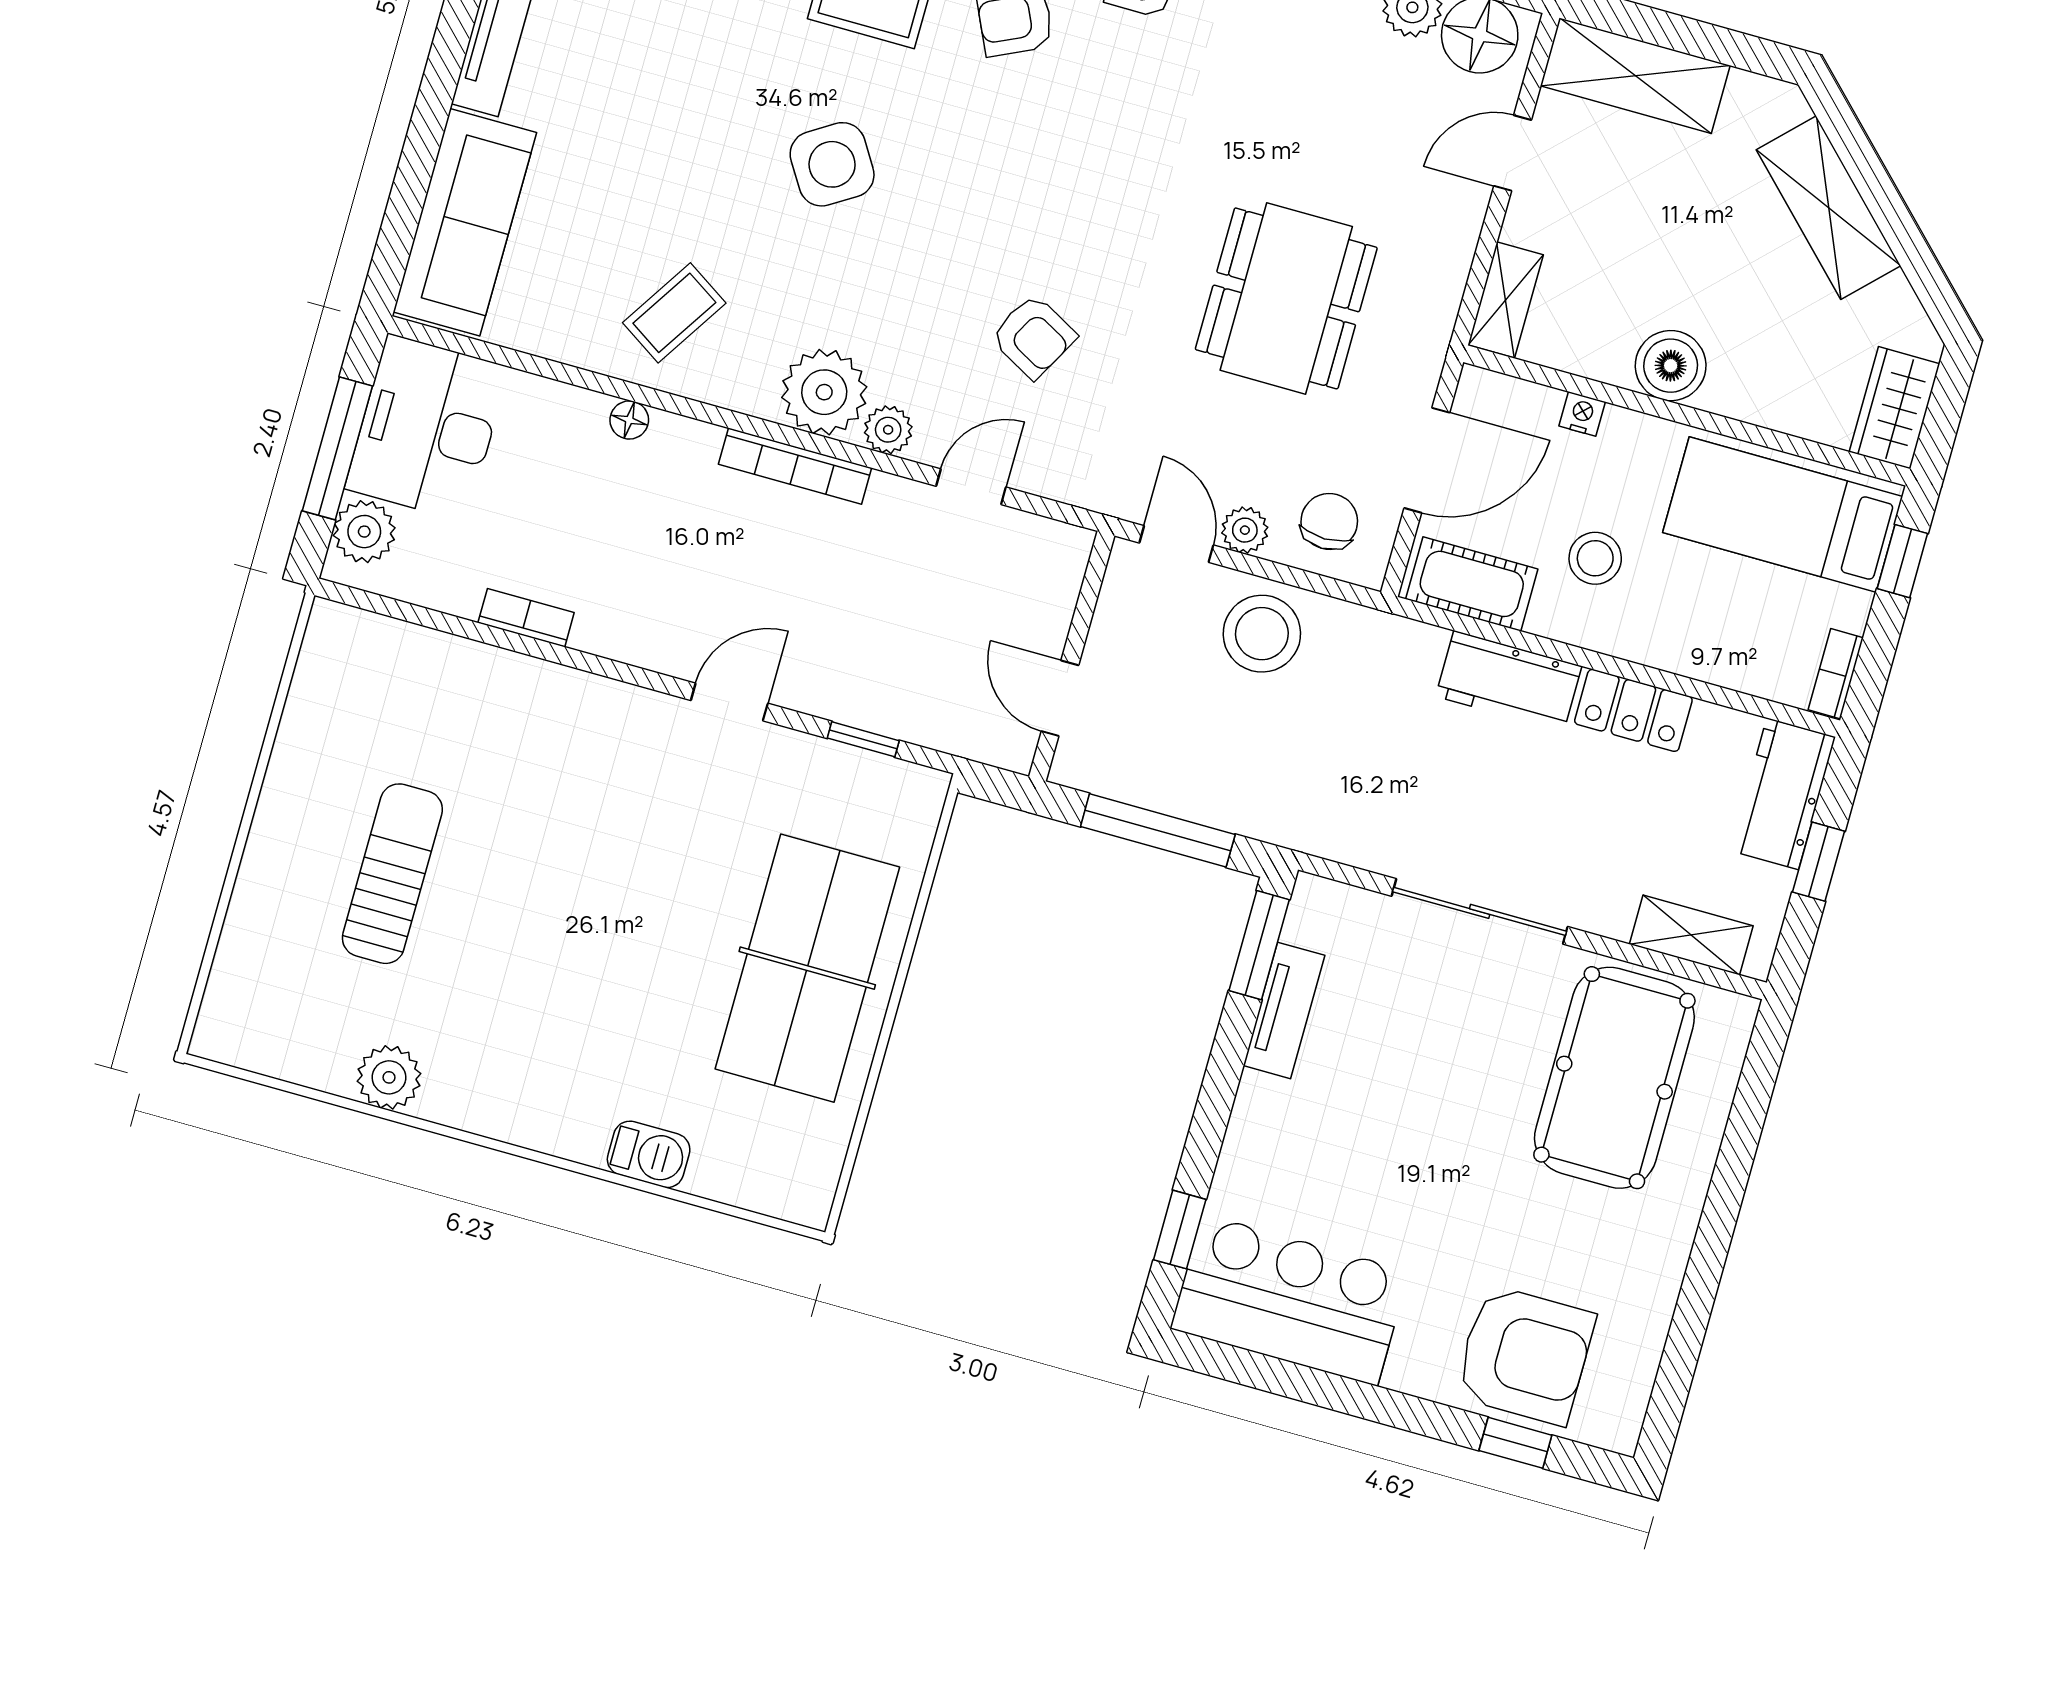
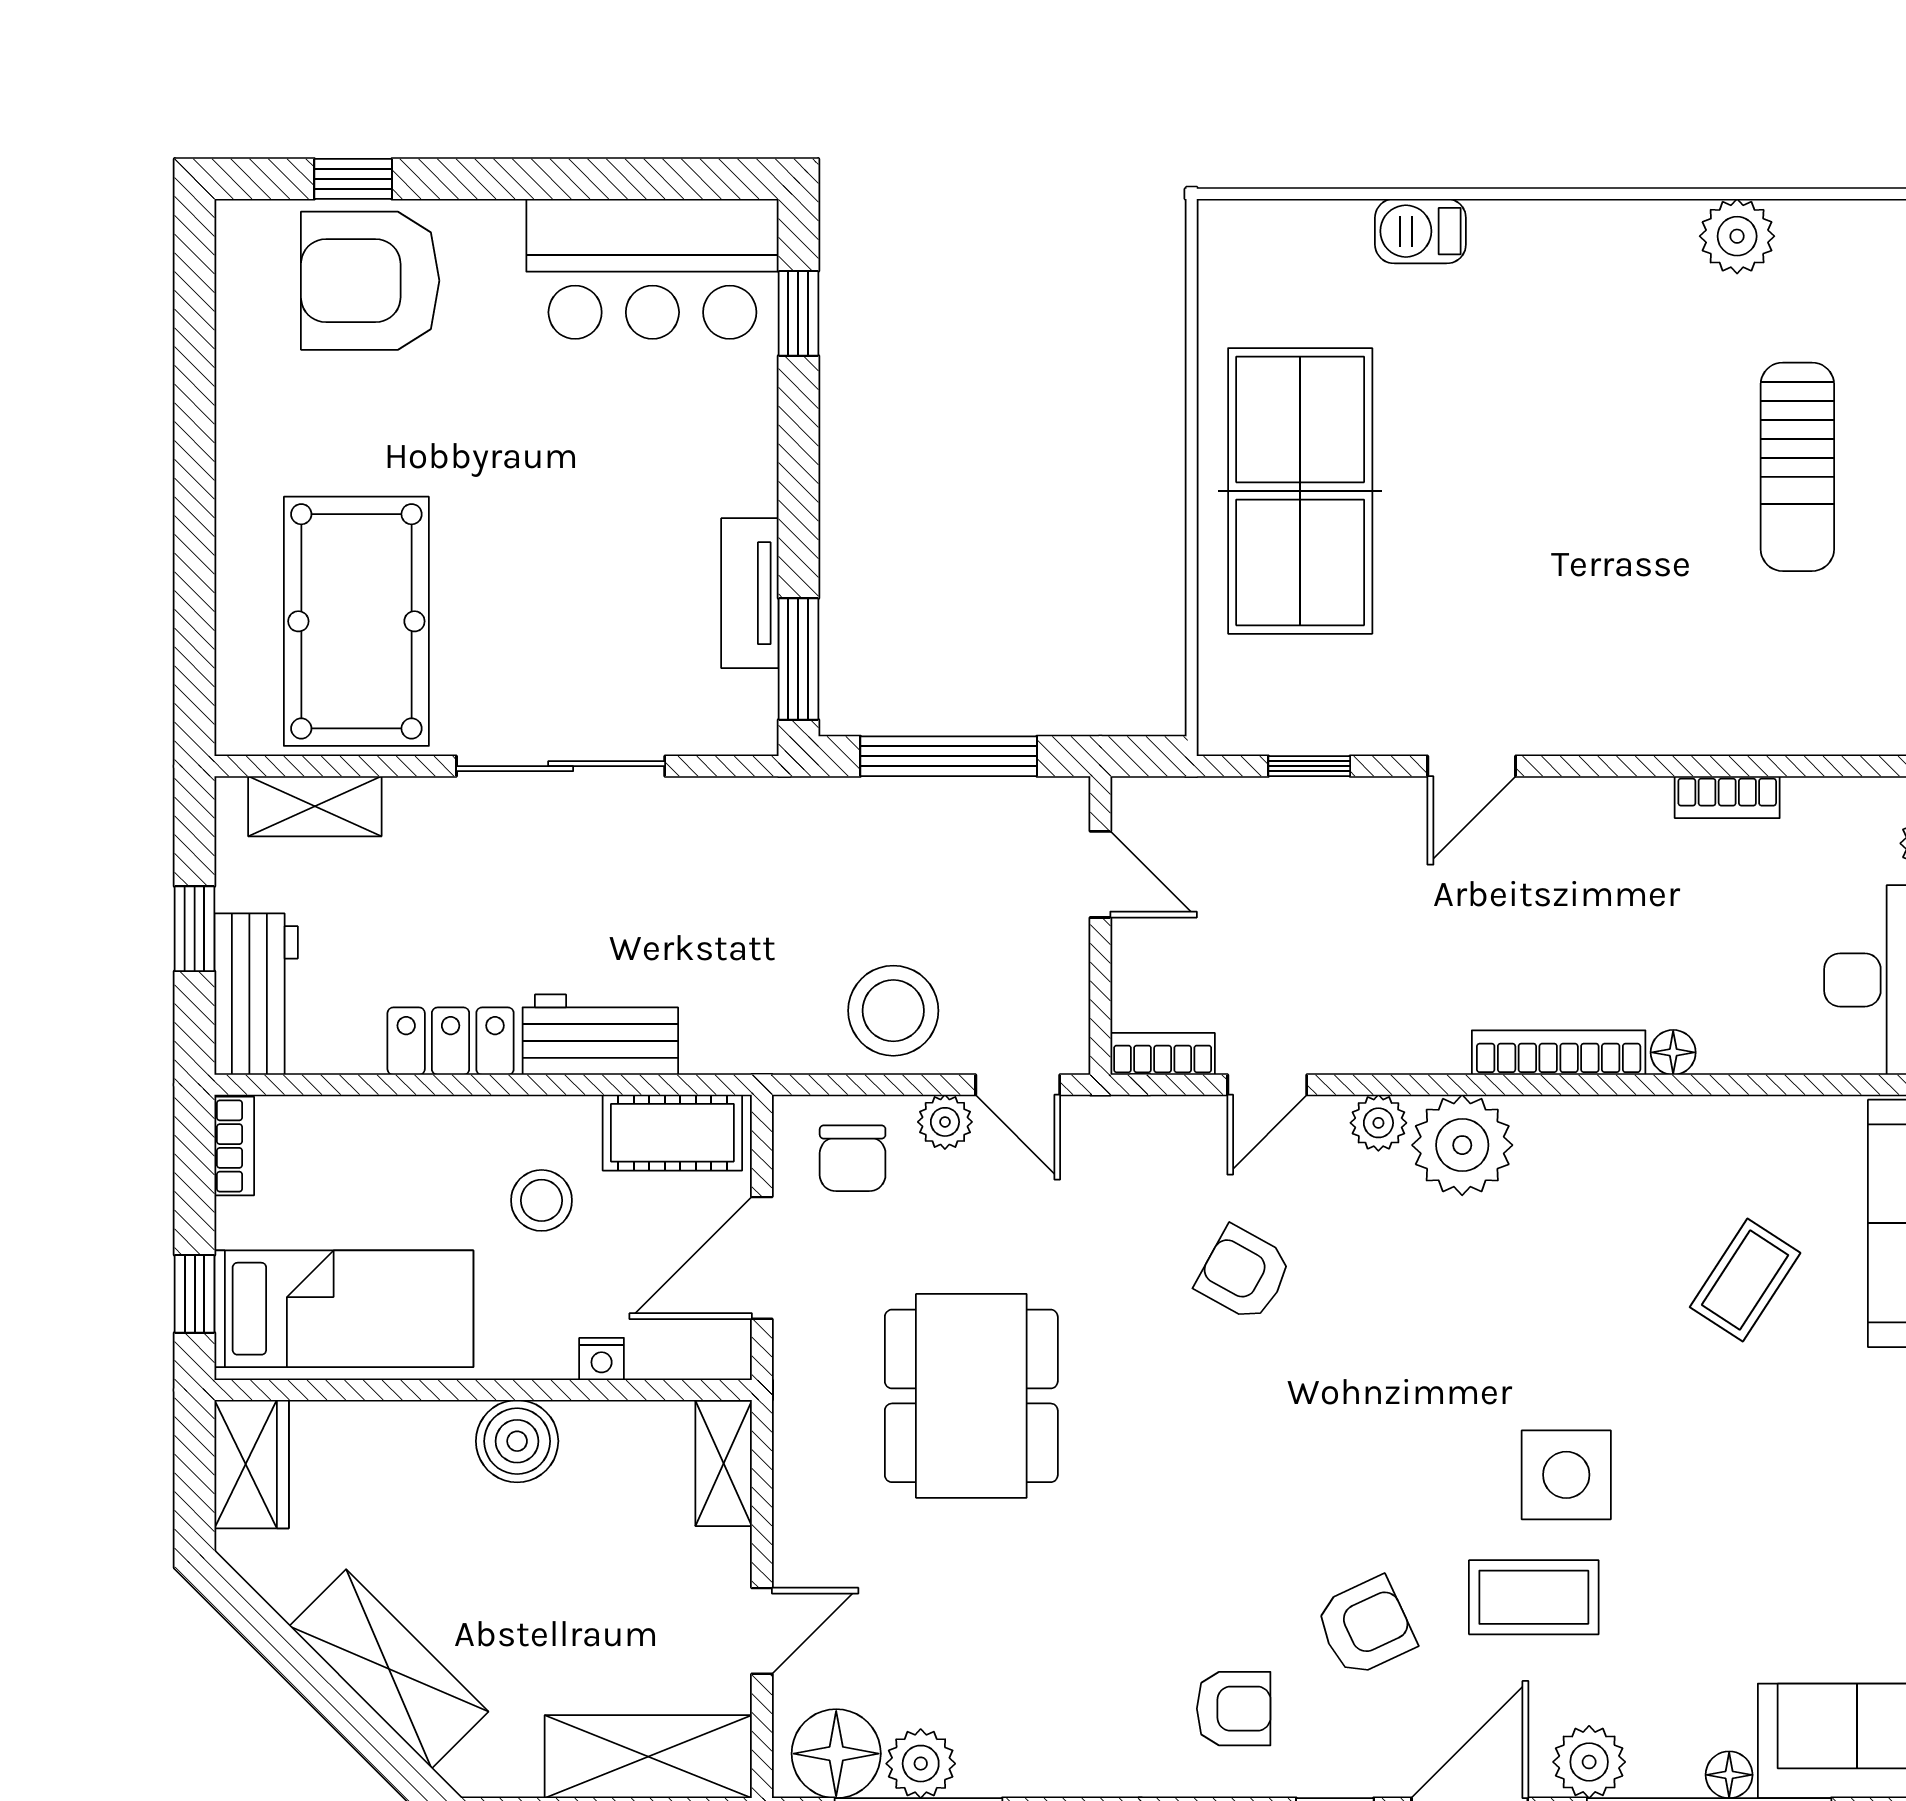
side table: (832, 164) -> (1566, 1475), moved, turned 32
coffee table: (674, 313) -> (1745, 1280), moved
bookcase: (795, 466) -> (1559, 1053), moved
bookcase: (1050, 536) -> (1163, 1054), added

